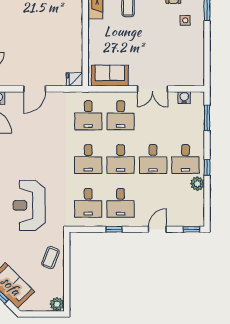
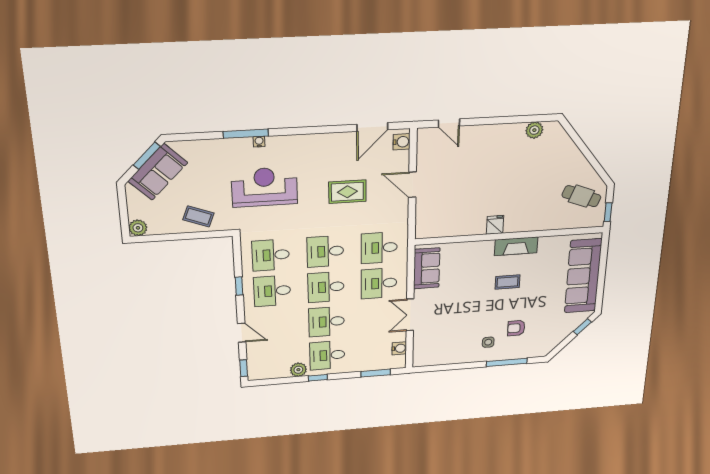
fridge: (74, 79) -> (495, 225), moved
rug: (37, 141) -> (347, 192), added

